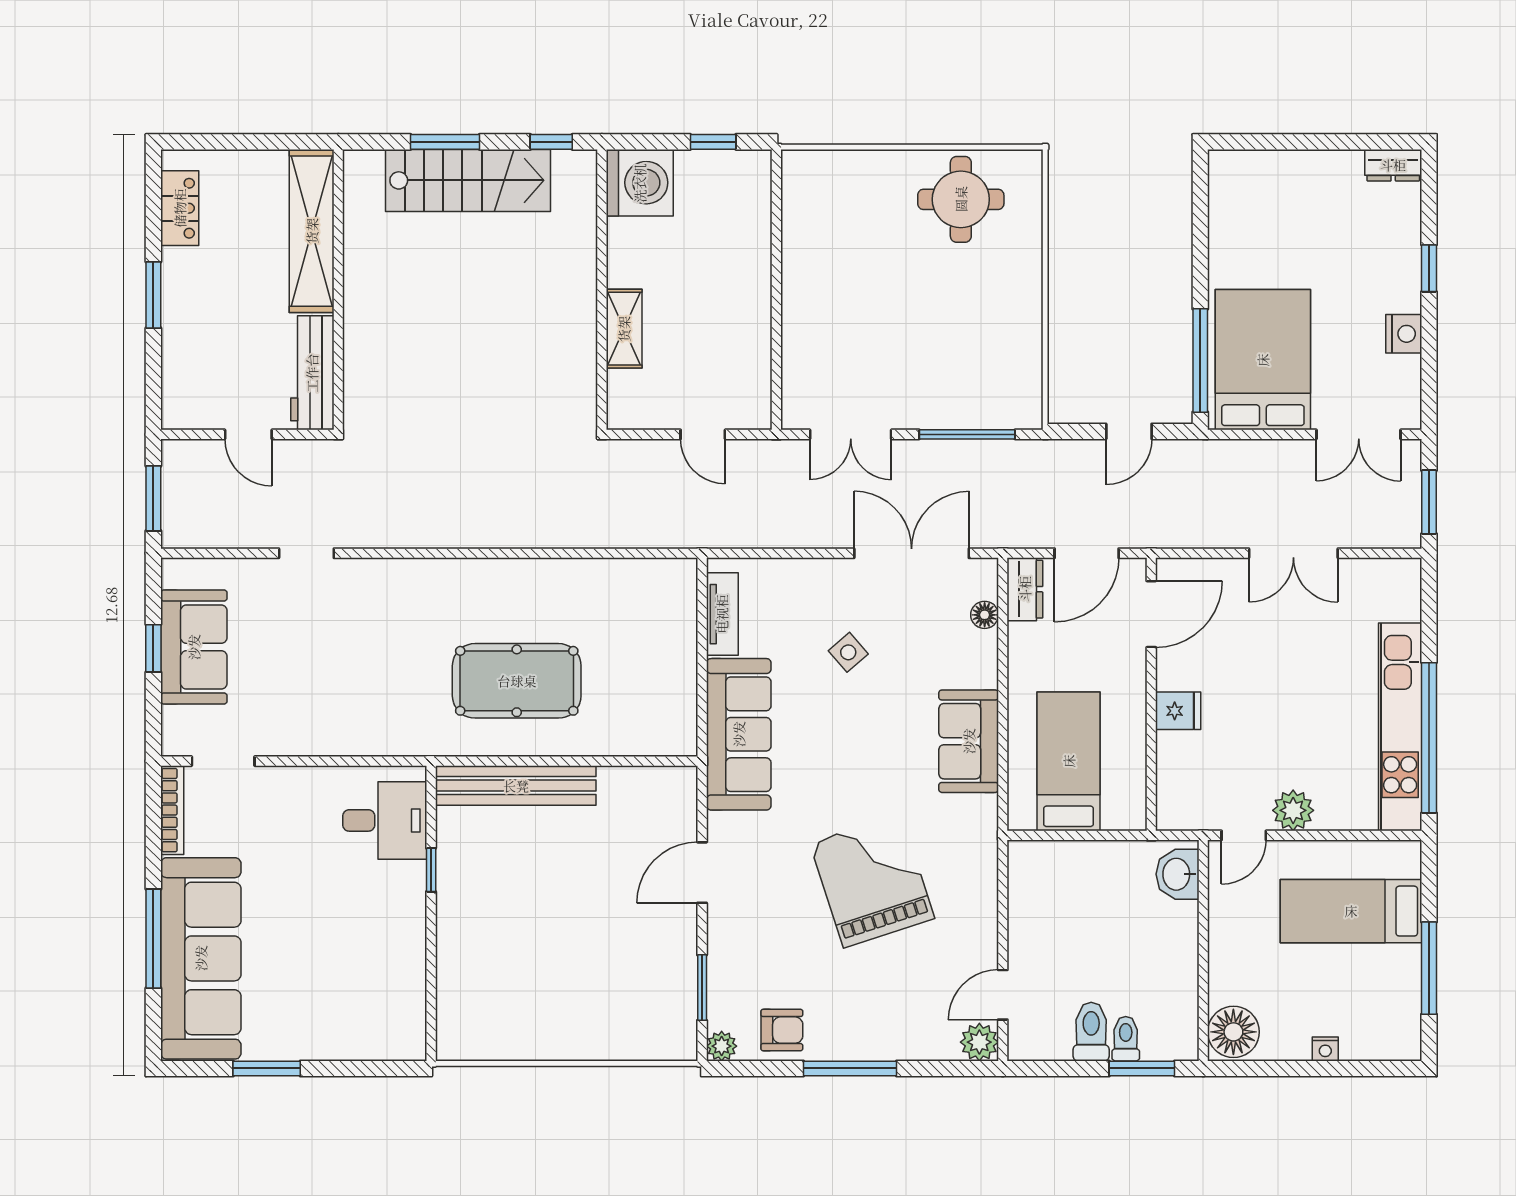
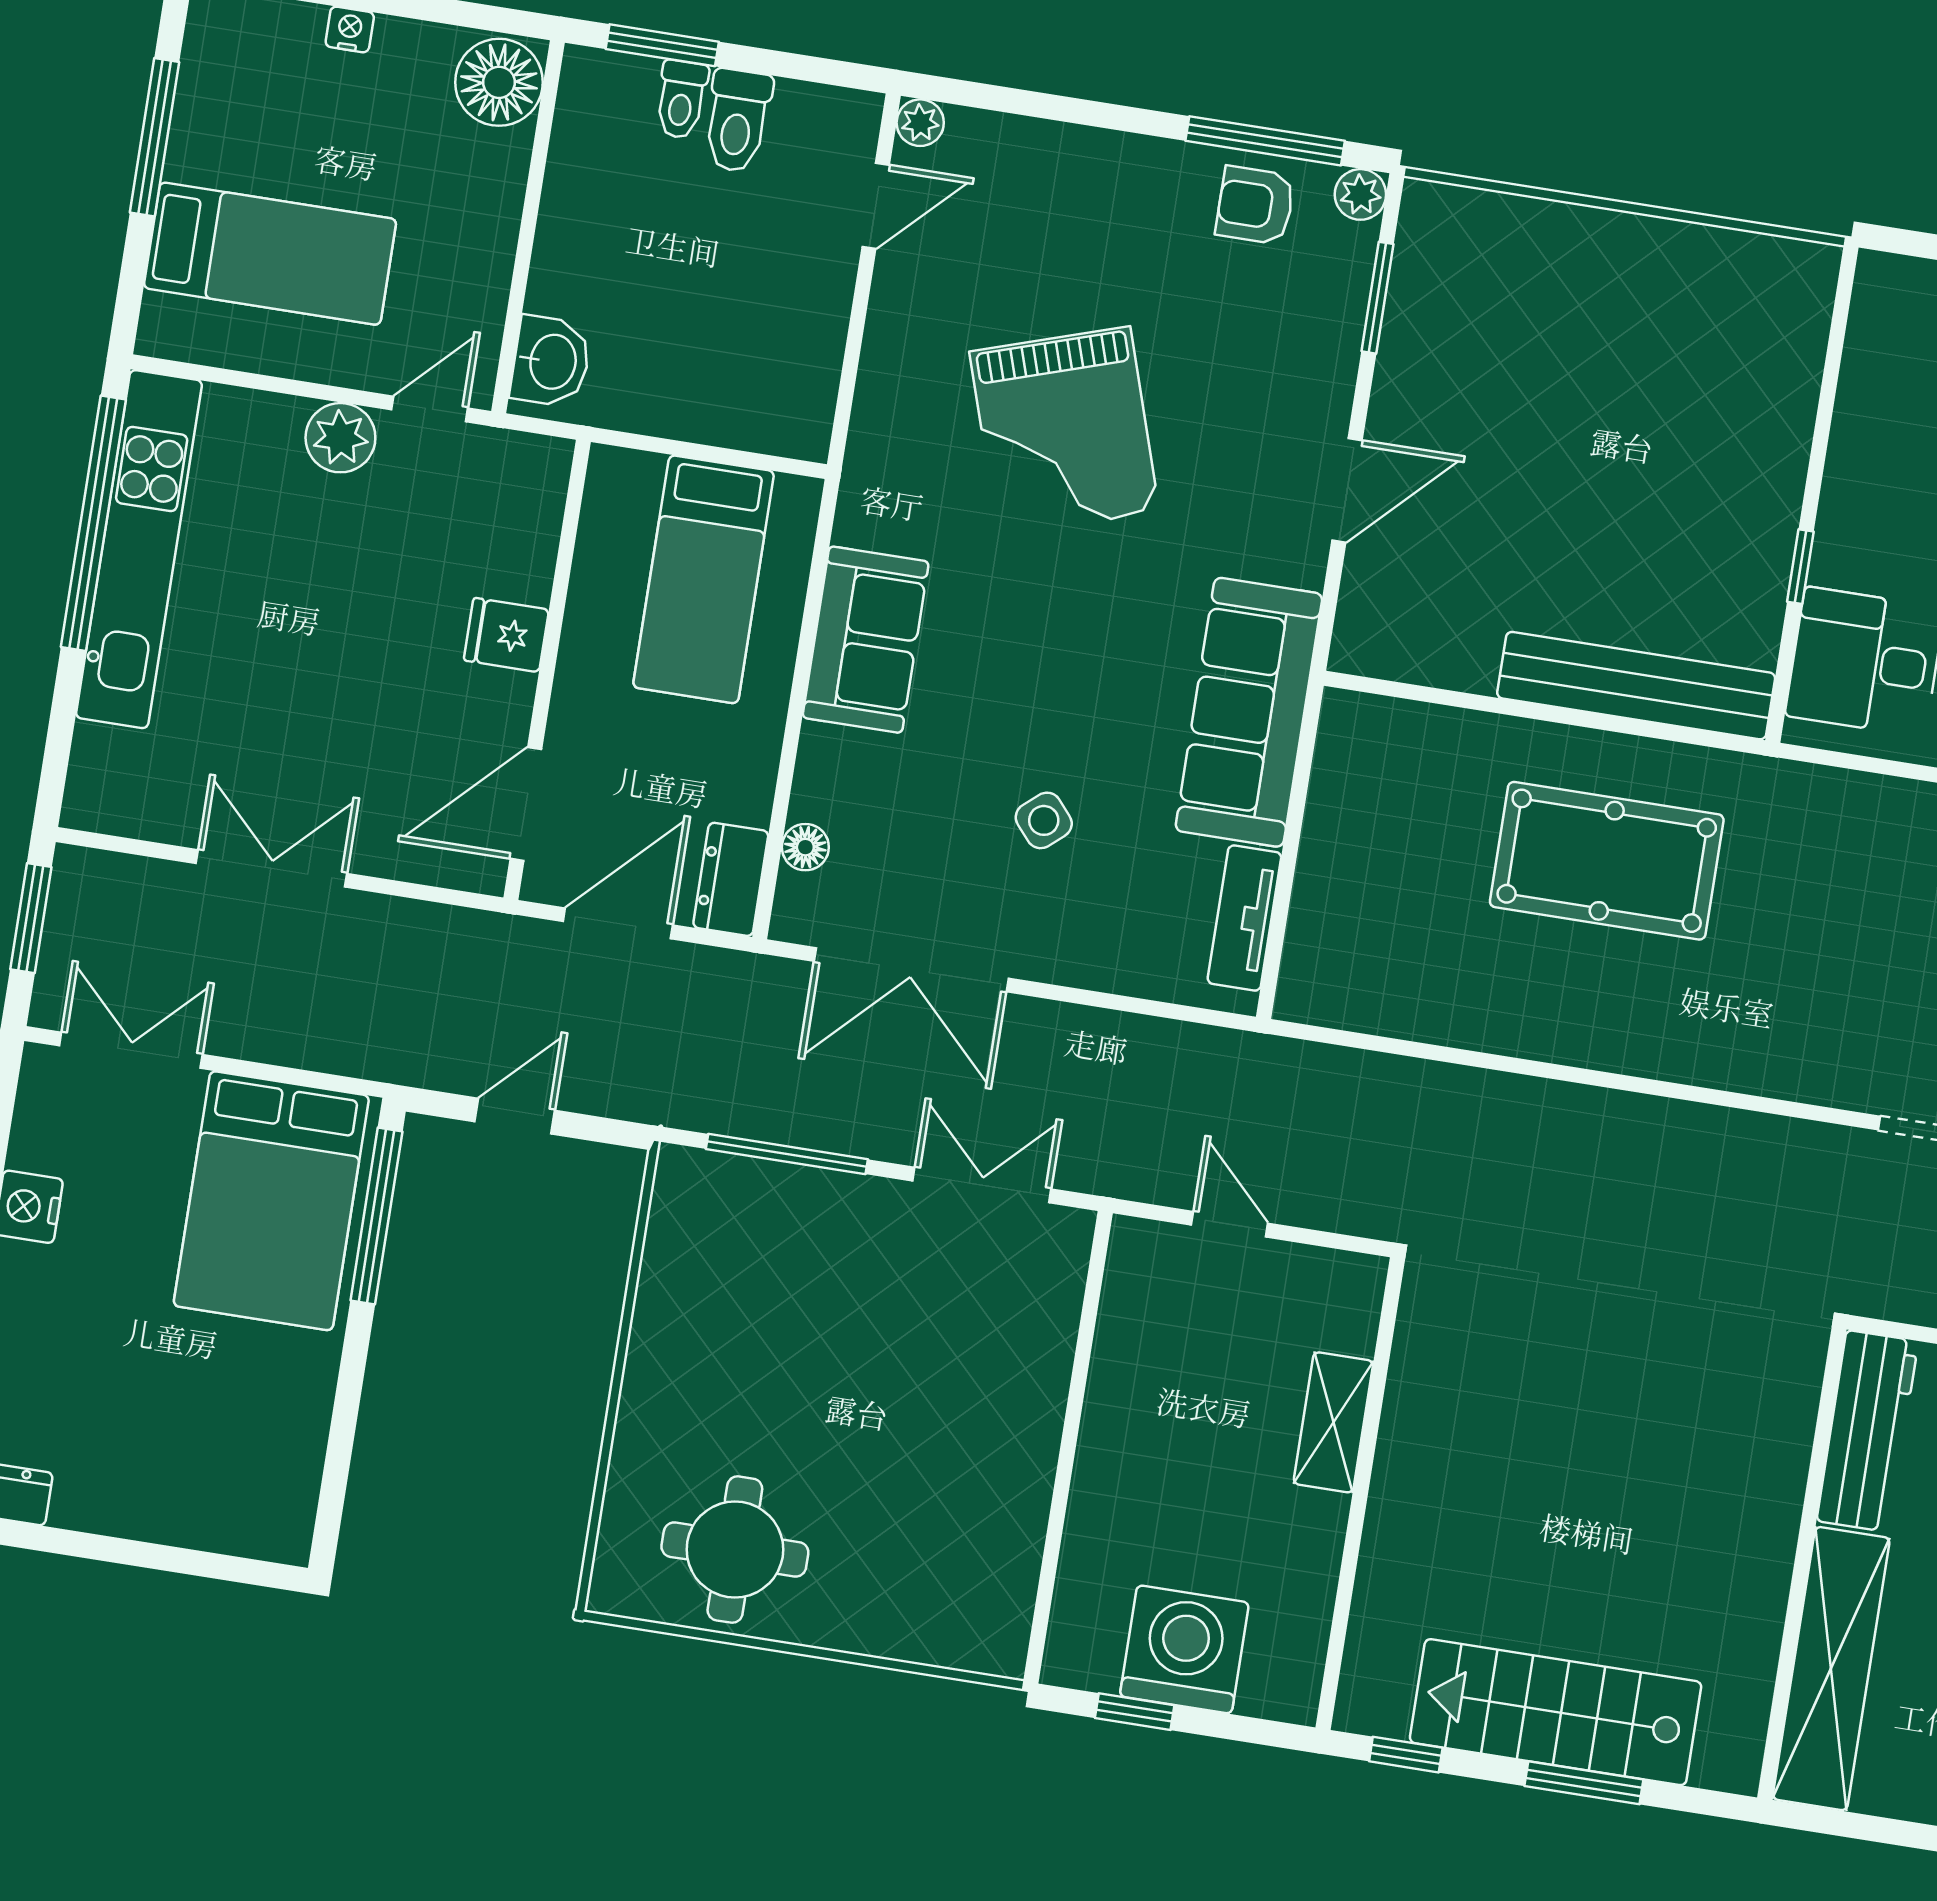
washing machine: (640, 183) -> (1184, 1649), moved, turned 90
plant: (979, 1042) -> (920, 123), width x0.73, depth x0.73
window: (850, 1068) -> (1265, 141), moved

